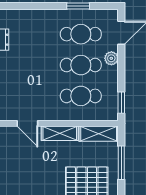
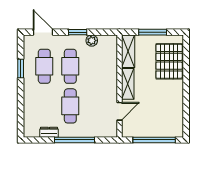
plant: (111, 58) -> (92, 41), moved
cafe table: (81, 96) -> (70, 106), moved
window: (121, 103) -> (78, 32), moved

